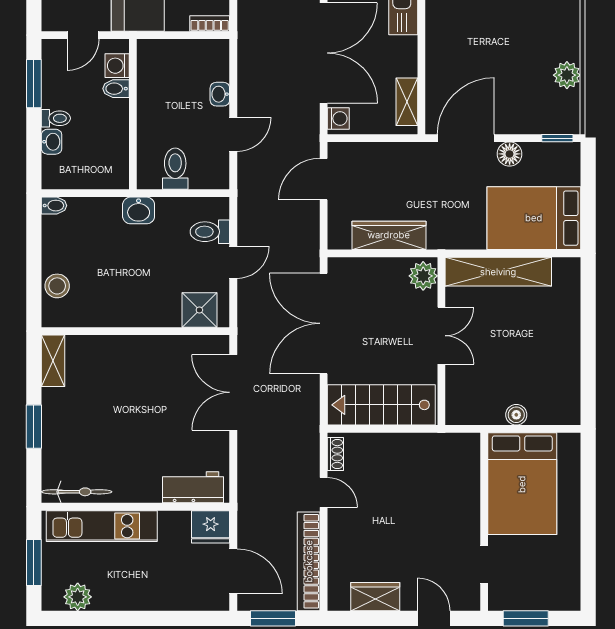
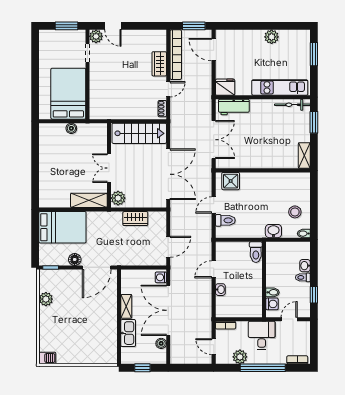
window: (34, 84) -> (314, 295), width x0.67
shelving: (407, 102) -> (126, 306), moved
toilet: (175, 169) -> (256, 252), moved
washbasin: (139, 210) -> (273, 231), moved
wardrobe: (389, 235) -> (135, 219), width x0.67
shelving: (498, 272) -> (89, 200), width x0.68
stool: (57, 286) -> (295, 212), moved
workbench: (193, 487) -> (234, 107), moved
bicycle: (77, 492) -> (292, 105), moved
door: (324, 492) -> (168, 89), swing flipped
wall: (135, 507) -> (263, 97), moved
kitchen unit: (102, 526) -> (280, 87), moved
fridge: (211, 527) -> (225, 87), moved
plant: (78, 597) -> (272, 37), moved
wardrobe: (375, 597) -> (159, 64), moved, turned 90
plant: (467, 598) -> (96, 36), added

